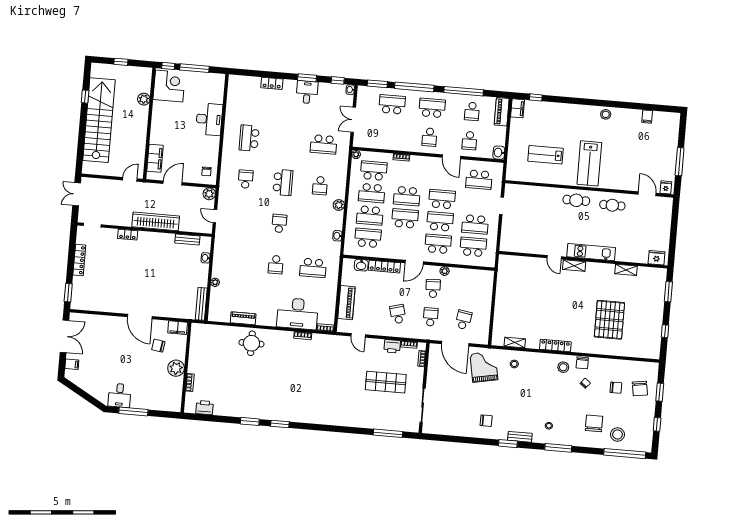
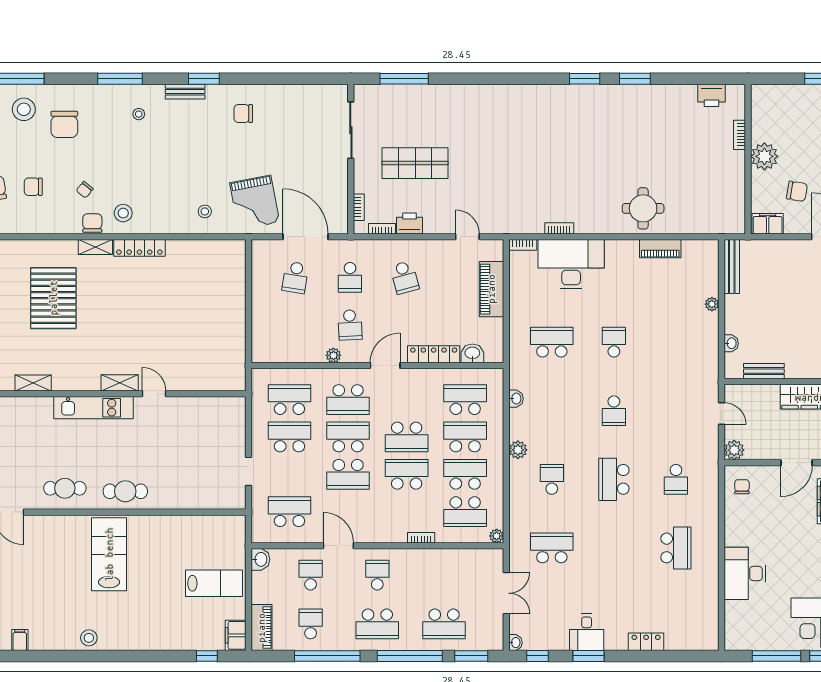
lab bench: (546, 155) -> (214, 583), moved
school desk: (440, 221) -> (348, 437), turned 180
school desk: (368, 238) -> (465, 400), turned 180
school desk: (473, 247) -> (289, 400), turned 180
shelving: (515, 343) -> (95, 247), moved

